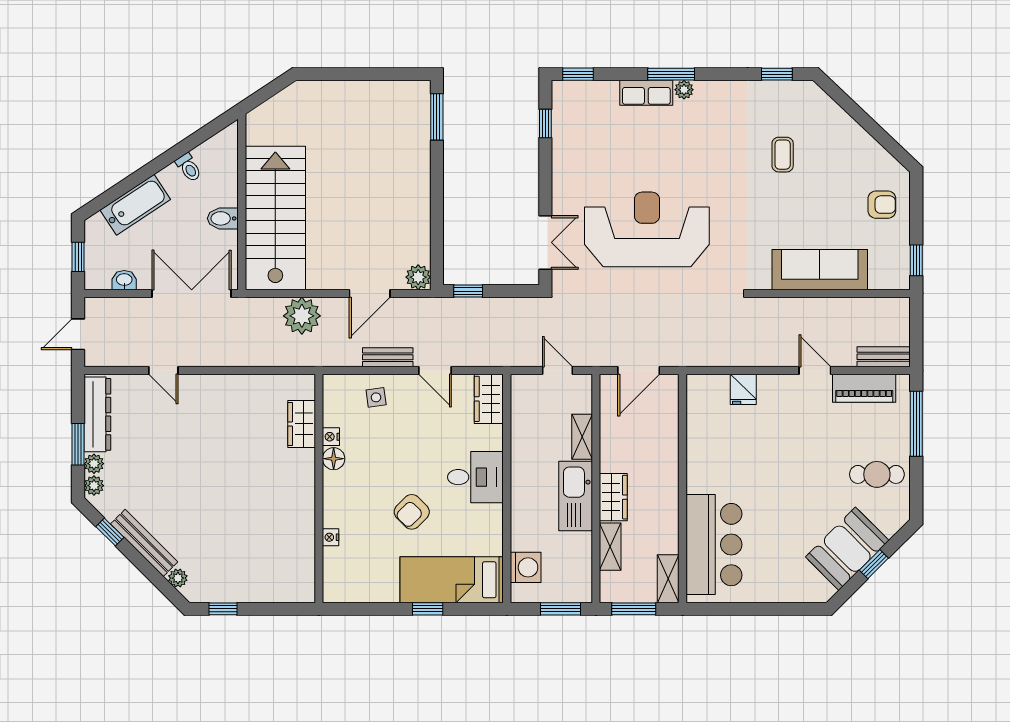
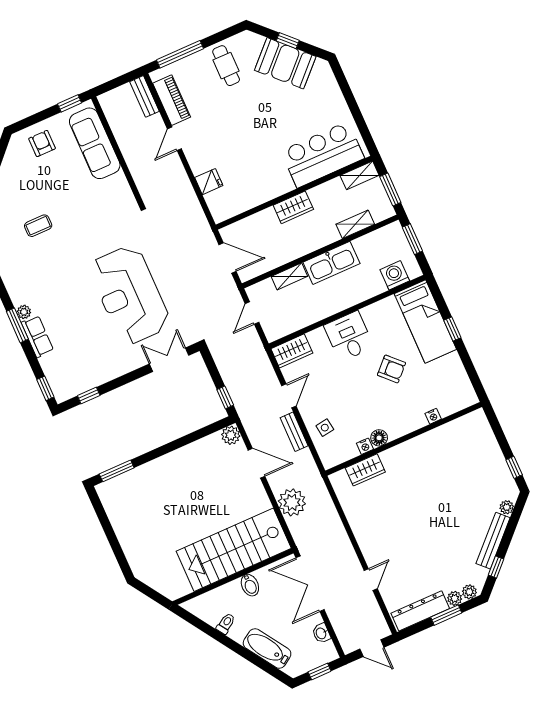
sofa: (820, 270) -> (95, 143), moved
wardrobe: (613, 497) -> (293, 207), moved, turned 180

